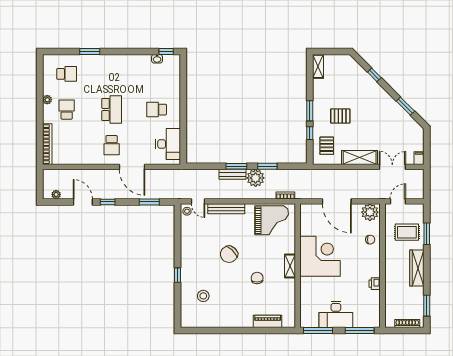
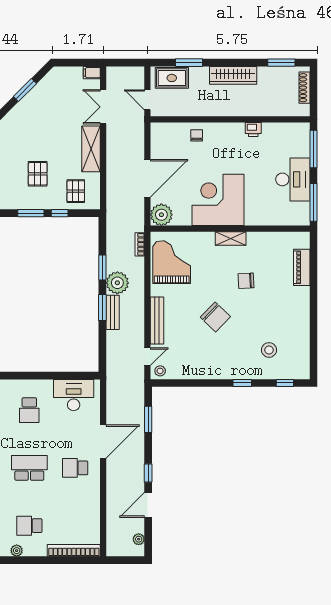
school desk: (112, 145) -> (75, 468), turned 180
pallet: (327, 146) -> (76, 191), turned 90
plant: (370, 212) -> (161, 215), moved
rug: (407, 232) -> (172, 78), moved, turned 90
window: (178, 308) -> (285, 383), added

